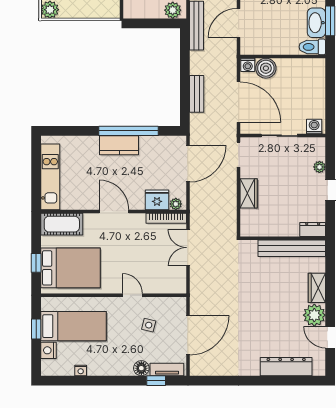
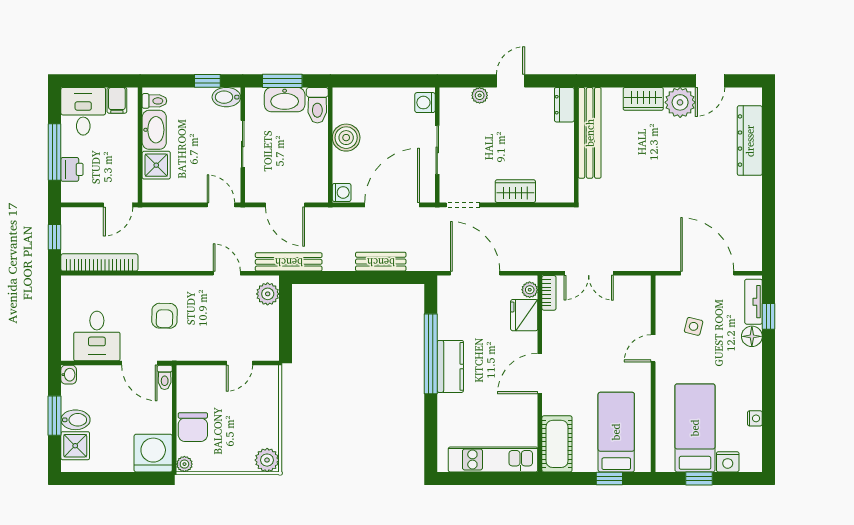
boiler: (266, 68) -> (346, 138), moved
bookcase: (166, 218) -> (549, 293), width x0.64
bed: (71, 268) -> (616, 432), width x0.67

